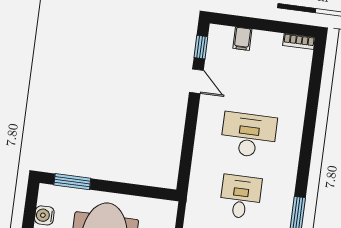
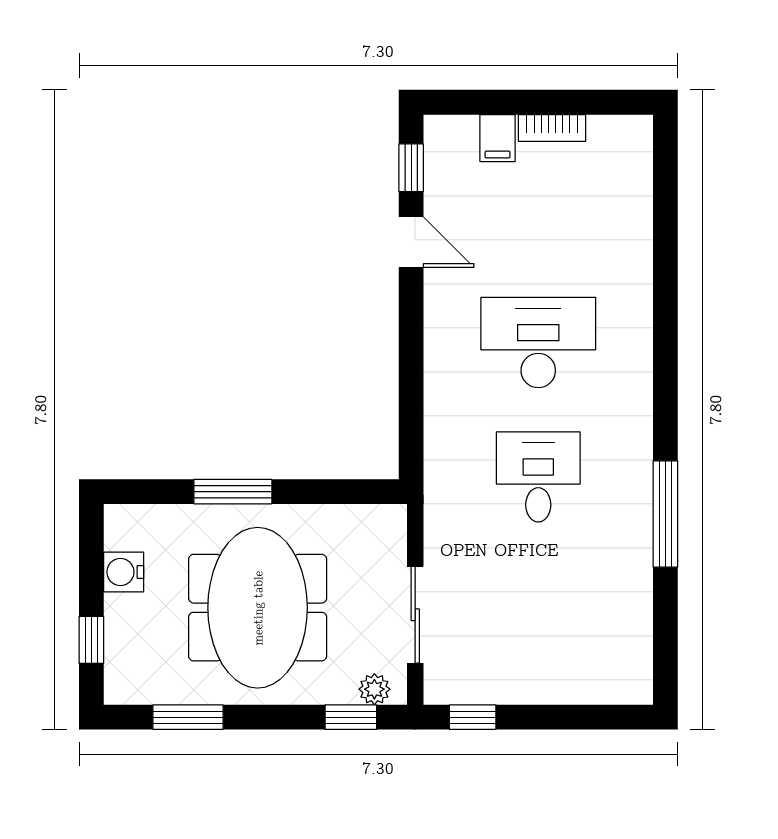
bookcase: (299, 41) -> (552, 128), moved
window: (72, 182) -> (233, 492), moved

